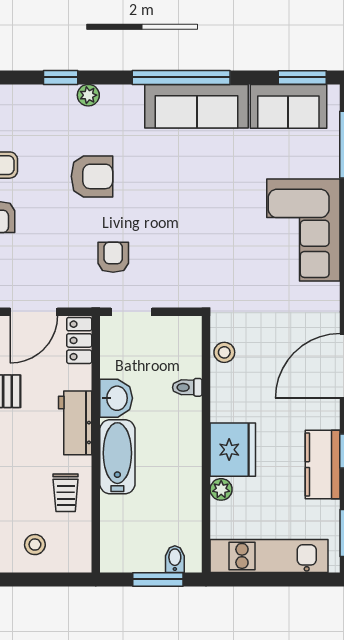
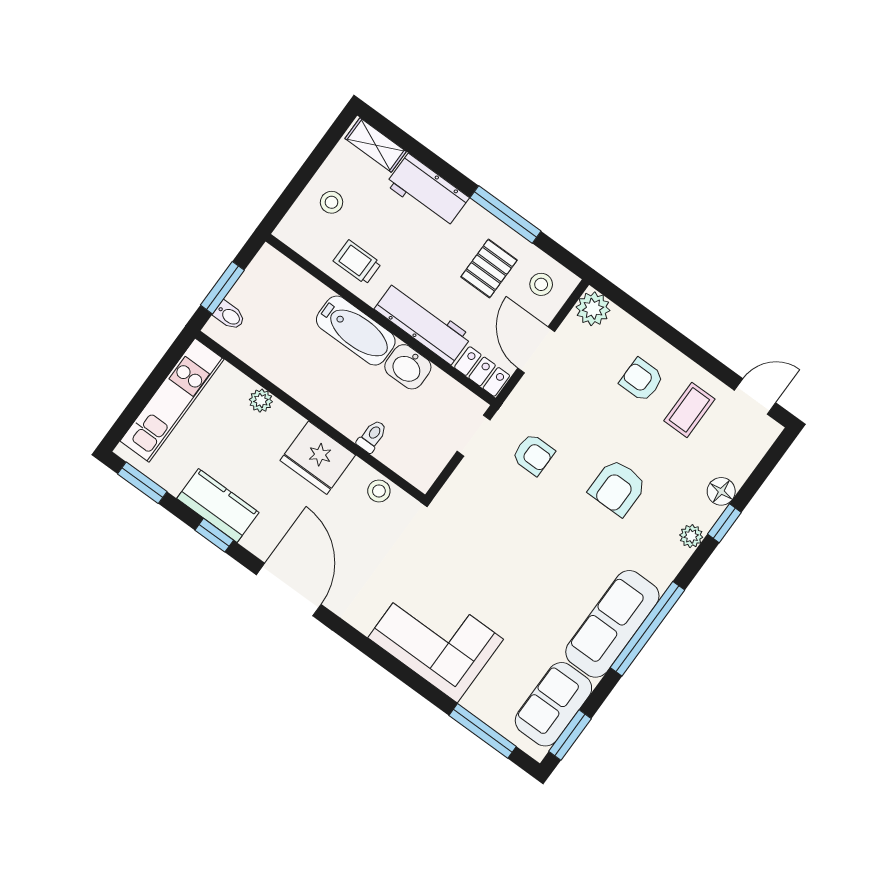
floor lamp: (39, 97) -> (721, 491), added
workbench: (75, 423) -> (423, 323), width x1.38
fridge: (233, 450) -> (318, 458), moved

